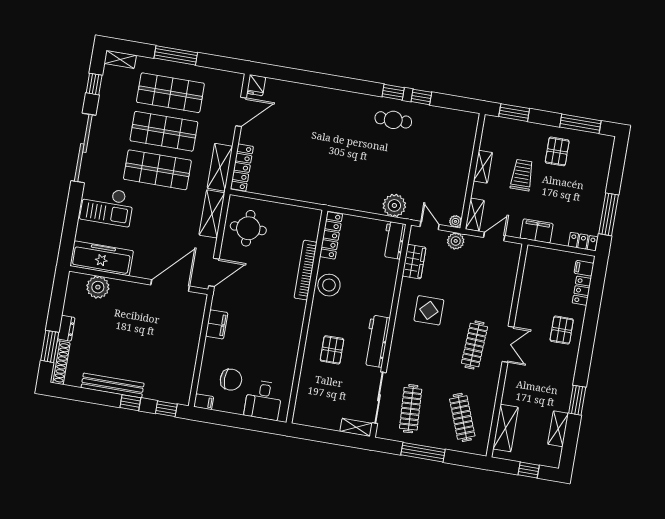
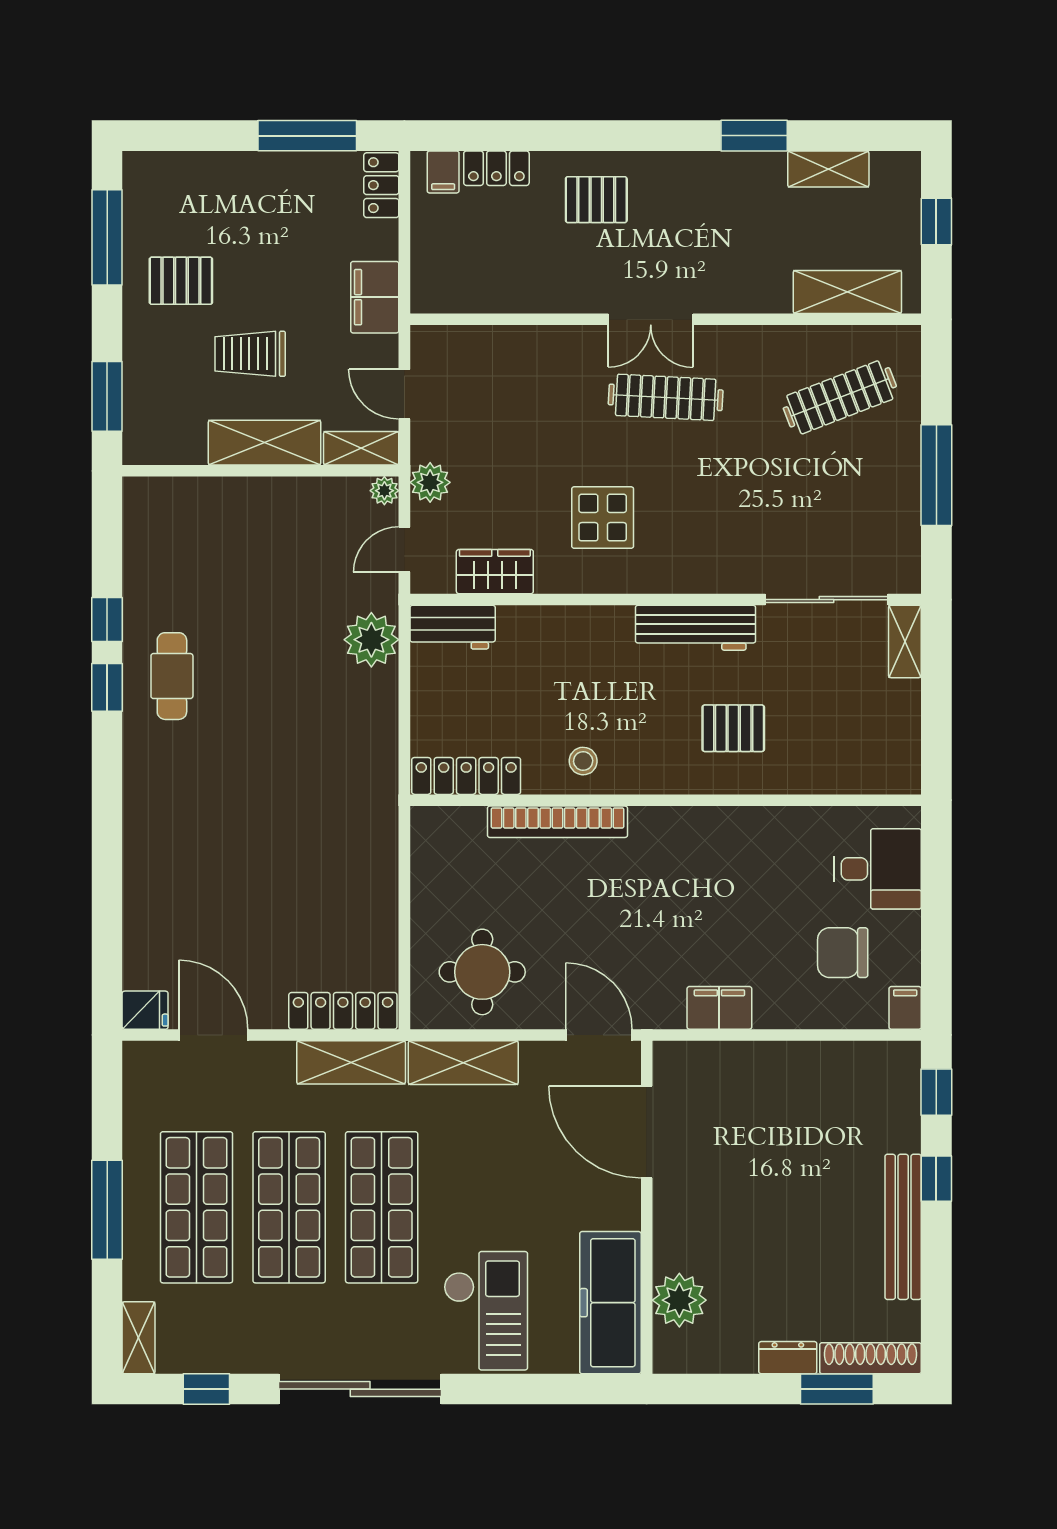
shelving: (483, 167) -> (265, 443), width x1.50, depth x1.33
stool: (329, 285) -> (583, 761), width x0.53, depth x0.53
double door: (508, 344) -> (651, 319), swing flipped
chair: (231, 380) -> (843, 953), turned -90
clothes rail: (411, 409) -> (840, 521), removed

